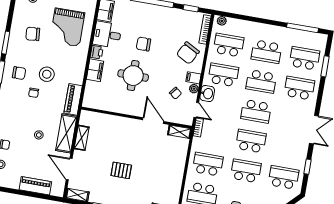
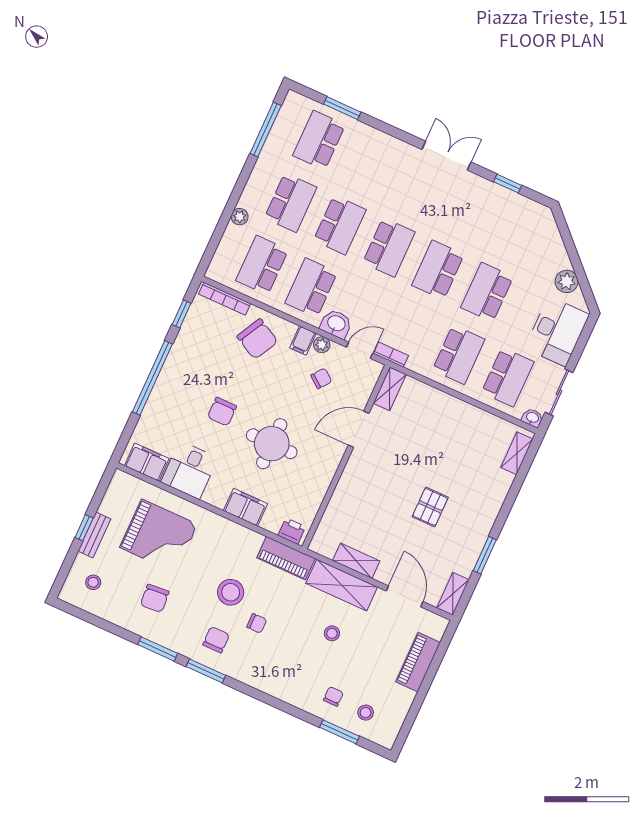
plant: (222, 21) -> (240, 217), moved
printer: (97, 52) -> (292, 531), moved
school desk: (299, 88) -> (368, 162), removed
school desk: (208, 164) -> (459, 355), turned 180
door: (69, 169) -> (405, 596), swing flipped
school desk: (284, 177) -> (516, 230), removed

